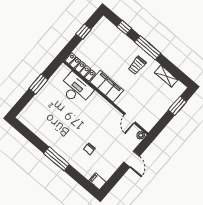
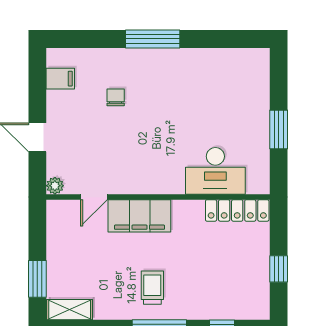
shelving: (166, 76) -> (70, 310), moved
filing cabinet: (107, 86) -> (139, 216), moved
door: (130, 118) -> (94, 197), swing flipped
filing cabinet: (97, 181) -> (60, 79), moved

